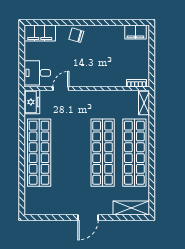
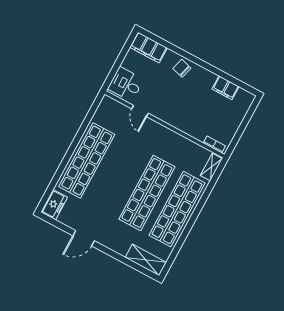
filing cabinet: (135, 32) -> (226, 88), moved
door: (61, 89) -> (140, 111), swing flipped
freezer: (32, 102) -> (54, 205), moved
door: (88, 218) -> (84, 238), moved

